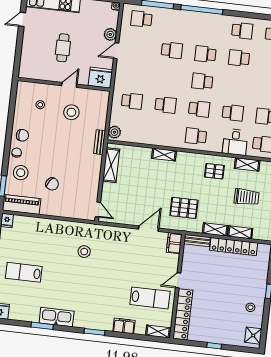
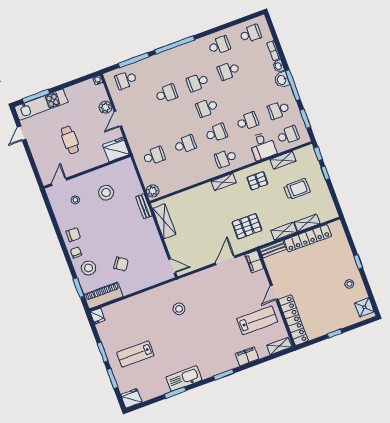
door: (69, 85) -> (59, 182), moved
shelving: (164, 155) -> (224, 182), moved

